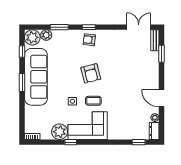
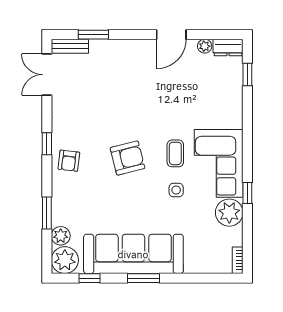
window: (89, 27) -> (47, 144), moved

